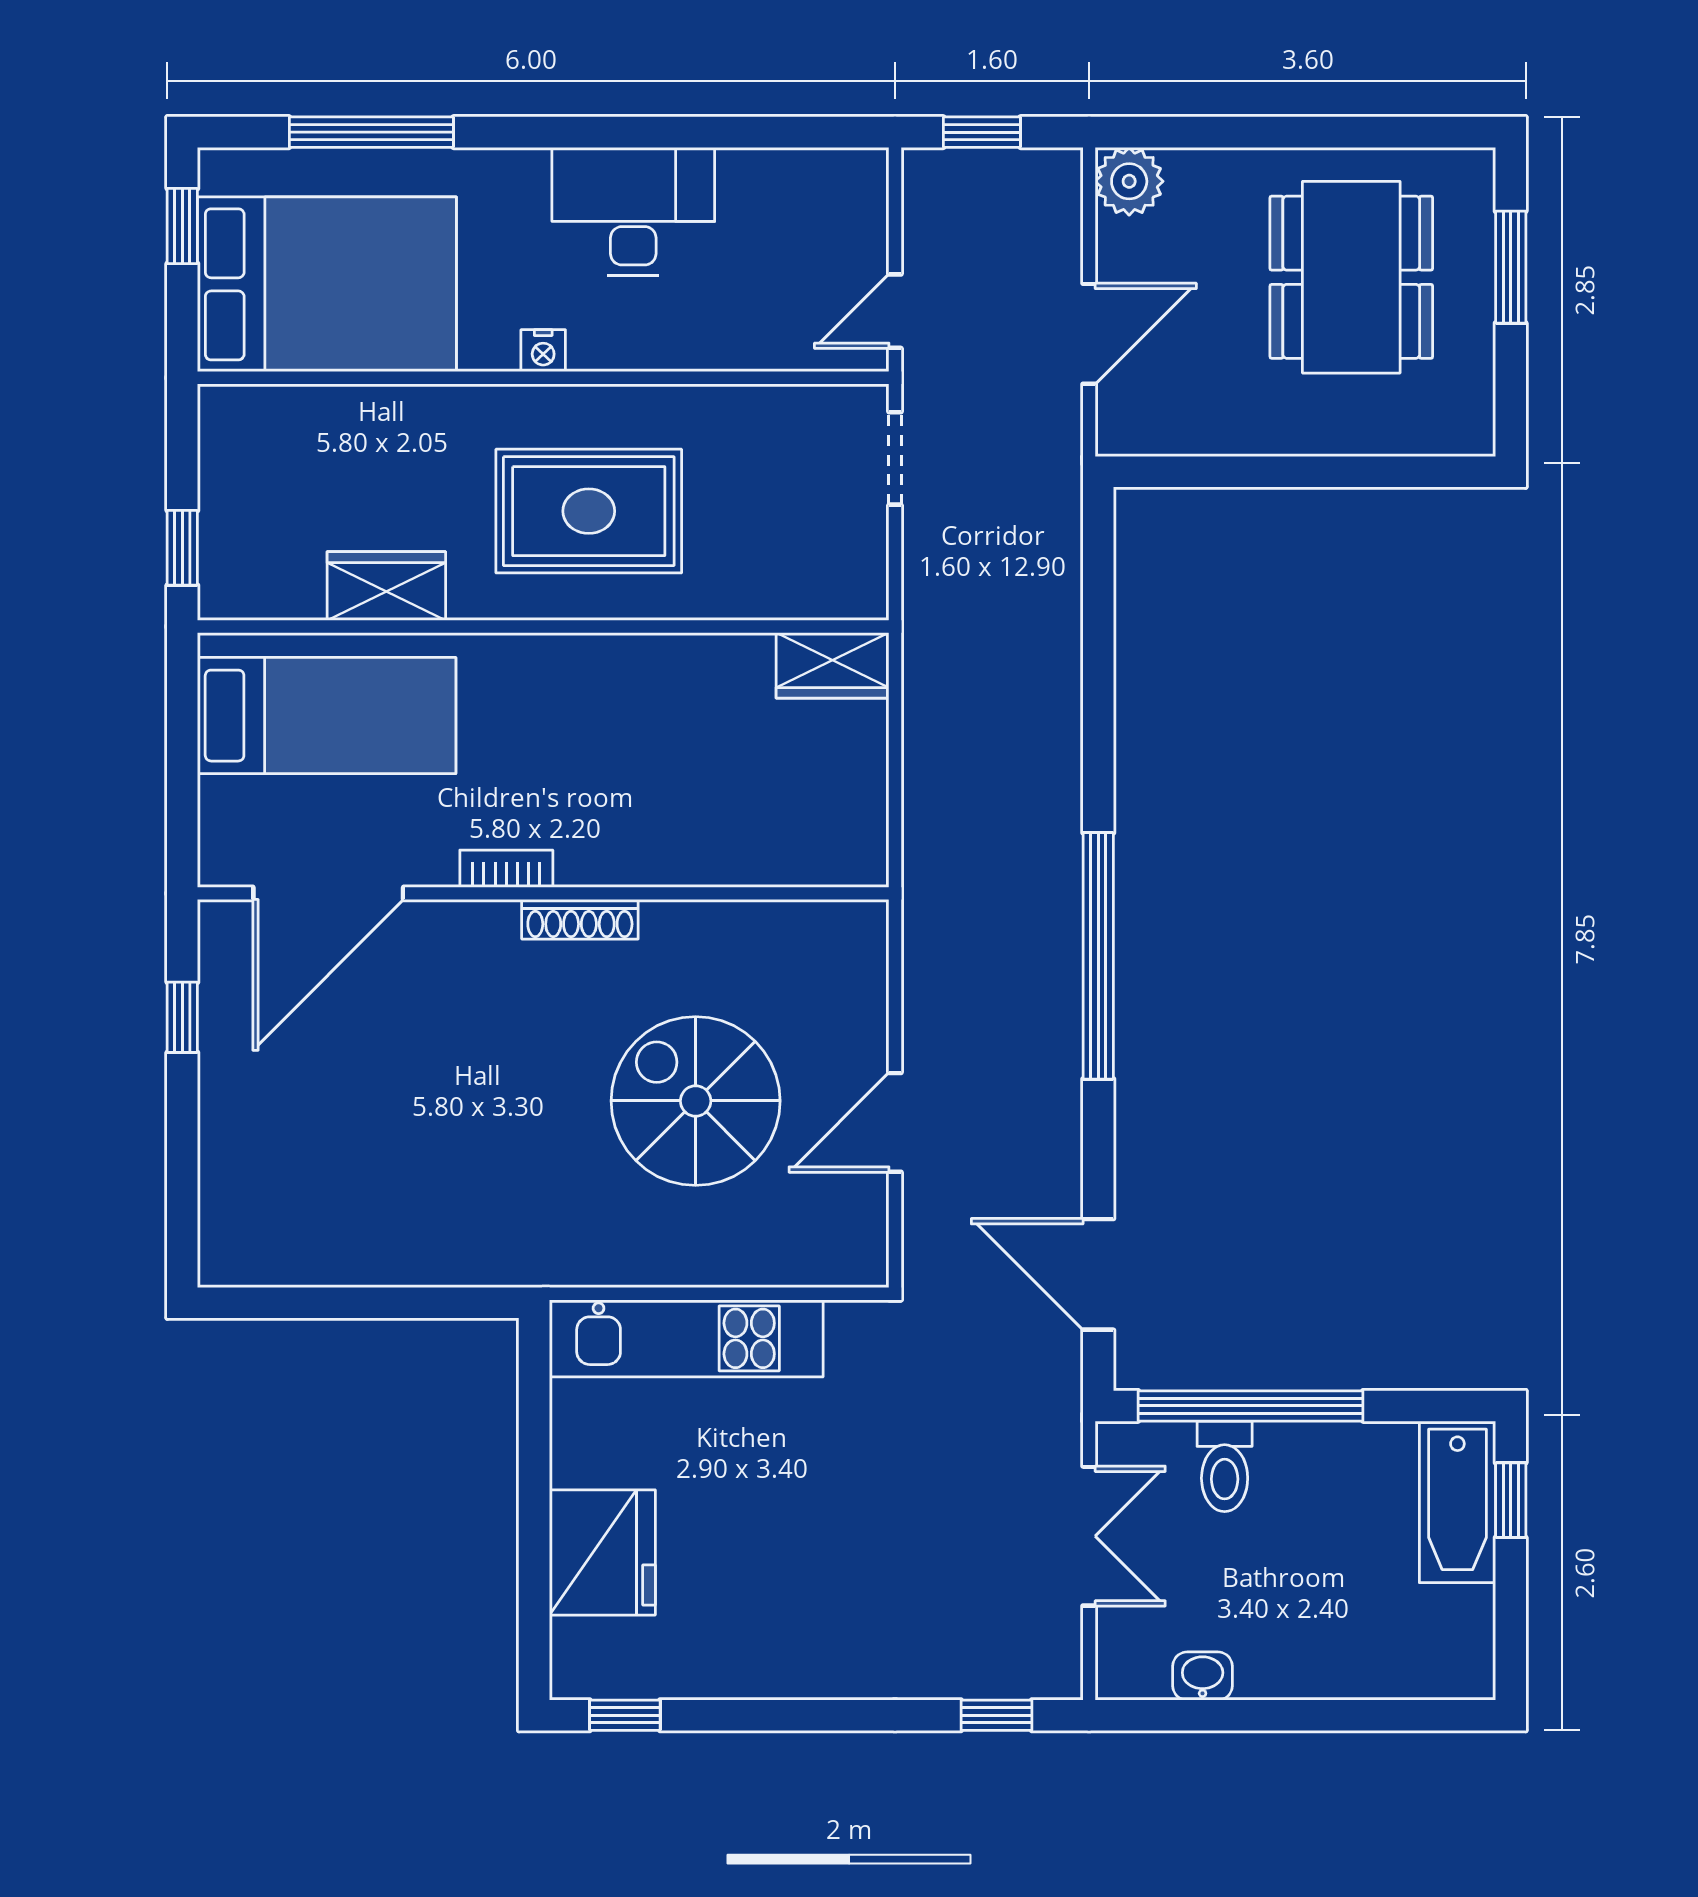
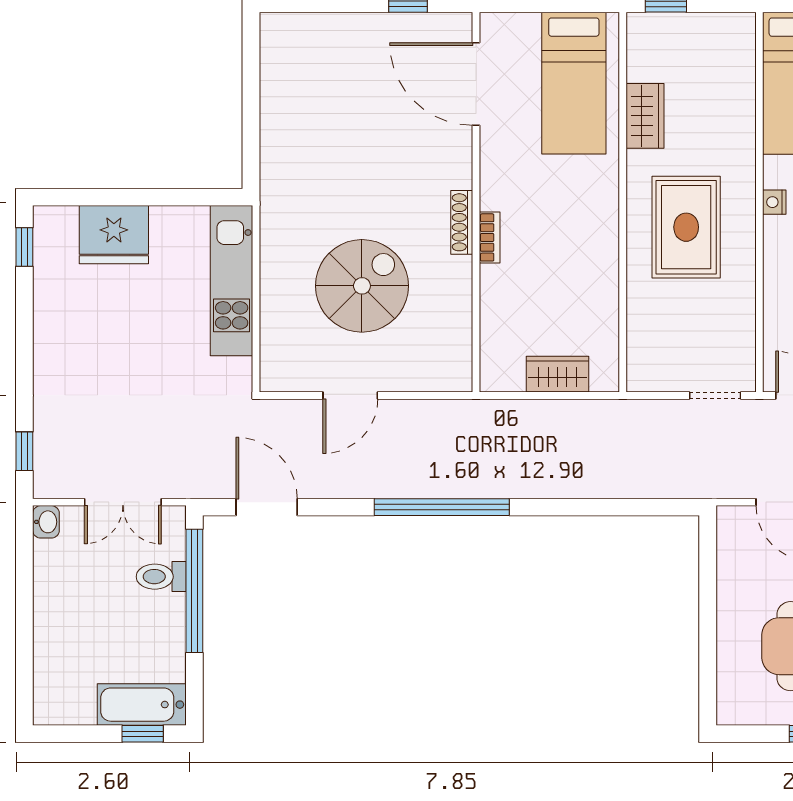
wardrobe: (833, 665) -> (557, 374), moved, turned 90
bookcase: (506, 869) -> (490, 237), moved
door: (895, 1122) -> (350, 395), swing flipped
door: (1098, 1274) -> (267, 507), hinge flipped
washbasin: (1203, 1676) -> (46, 522), moved

